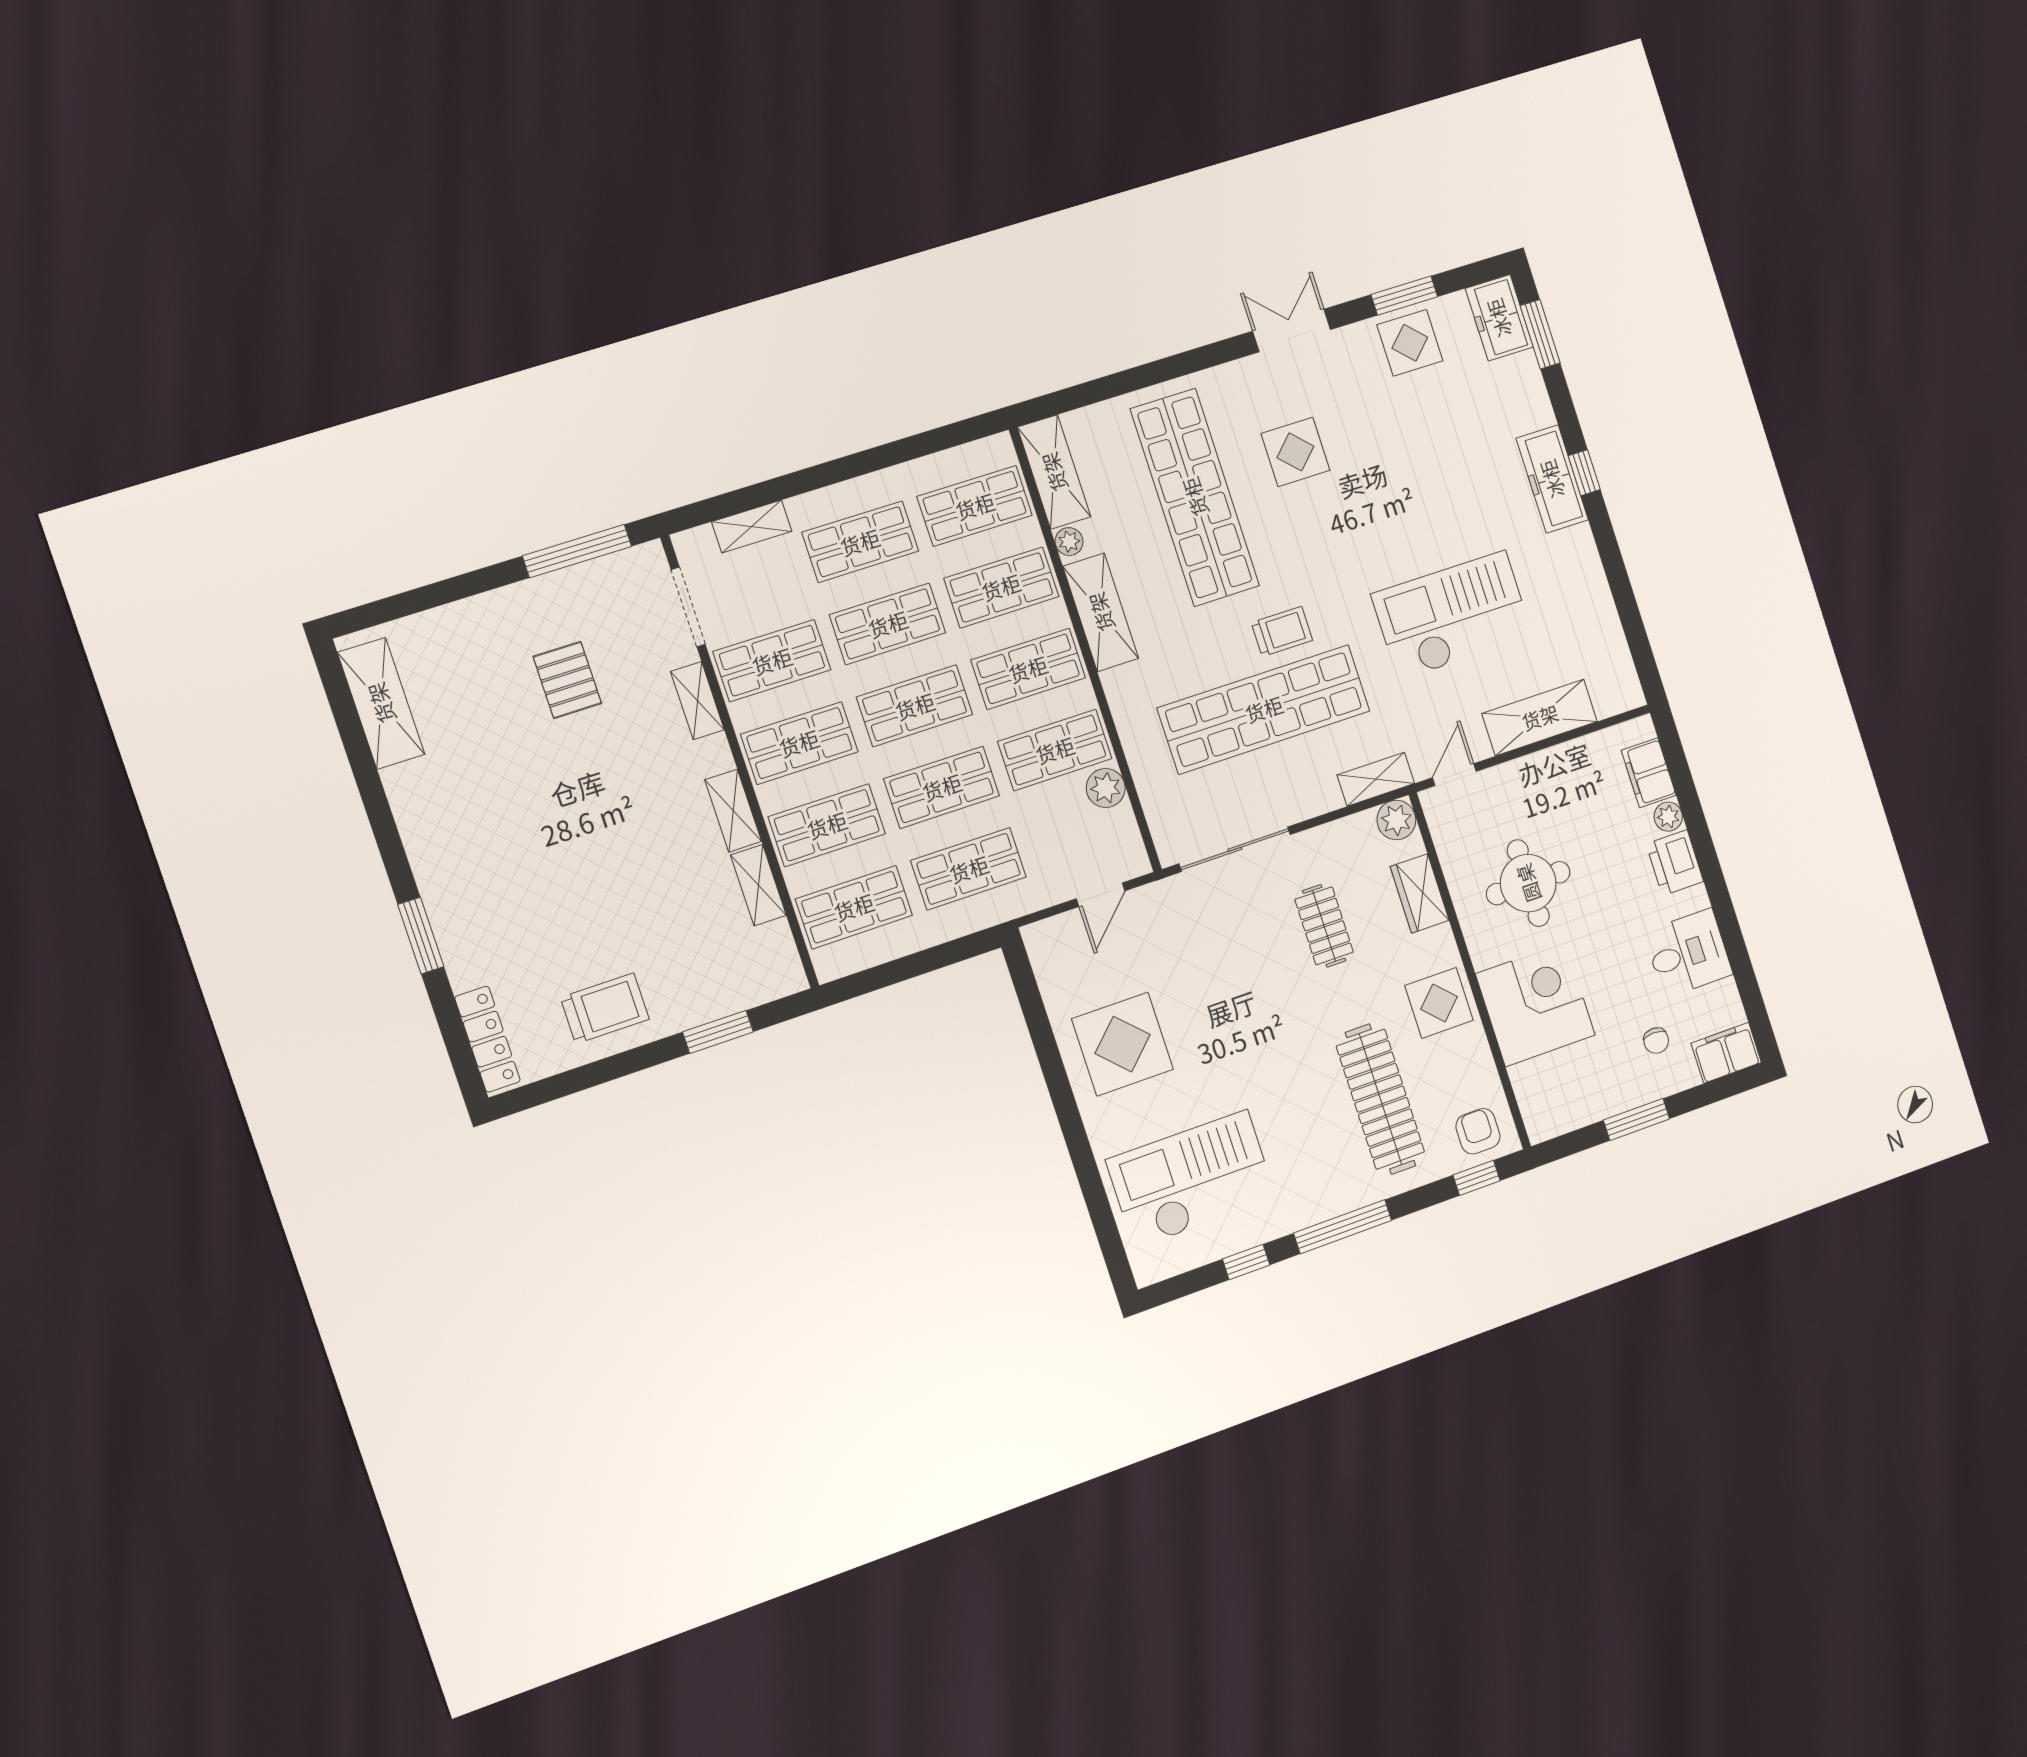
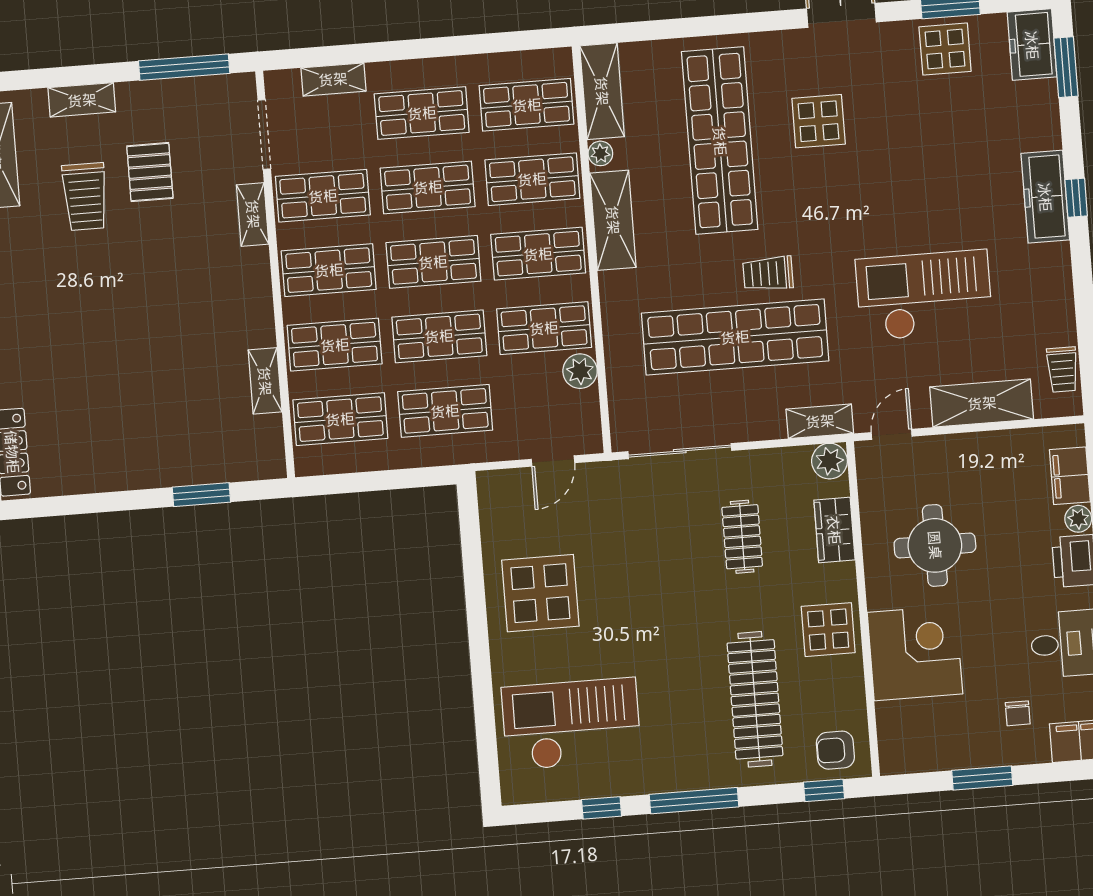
trolley: (1282, 631) -> (768, 274), turned 180
trolley: (1614, 661) -> (1062, 369), added
shelving: (733, 811) -> (82, 100), moved, turned 90
trolley: (605, 1008) -> (85, 197), moved, turned 90
armchair: (1478, 1131) -> (835, 750), turned -90

